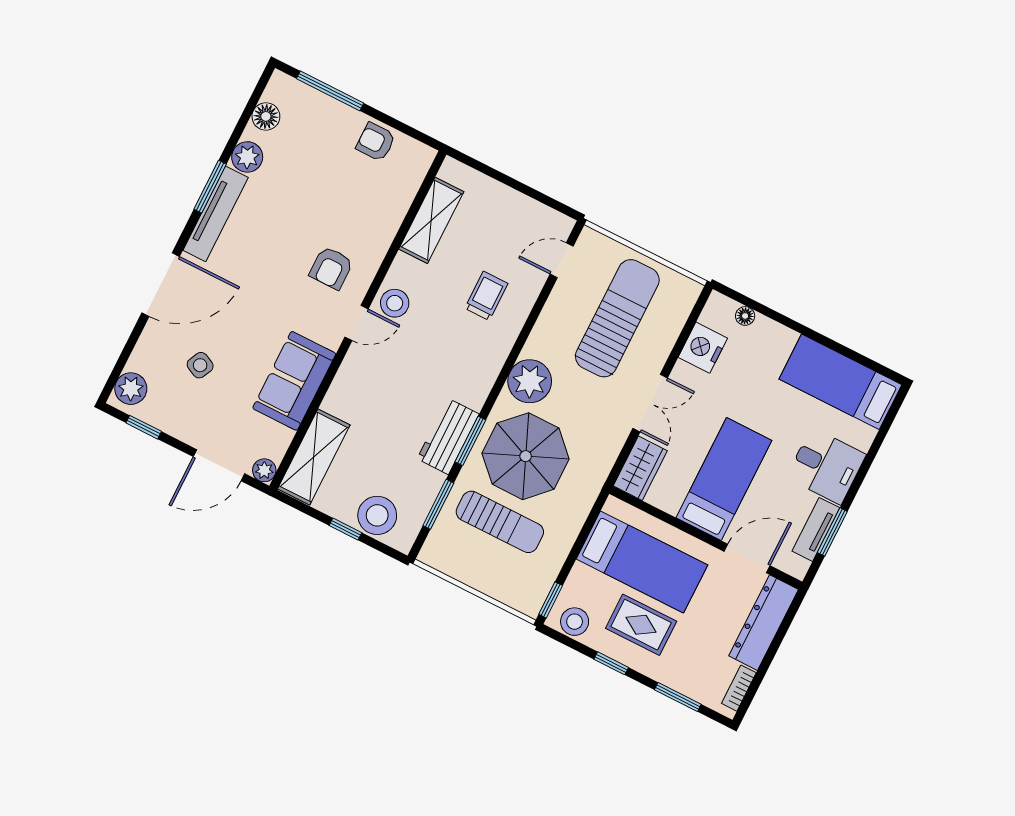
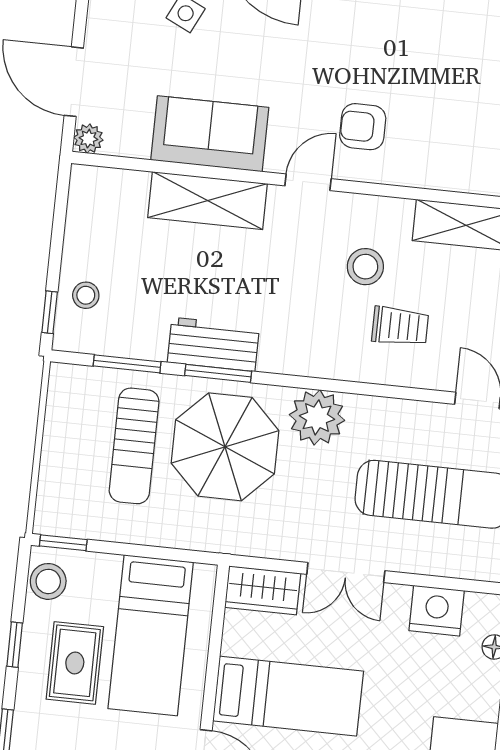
stool: (395, 303) -> (365, 267), moved
door: (356, 323) -> (308, 182), swing flipped
shelving: (314, 457) -> (208, 201), moved
stool: (377, 515) -> (86, 295), width x0.53, depth x0.53
window: (345, 529) -> (50, 312), moved

